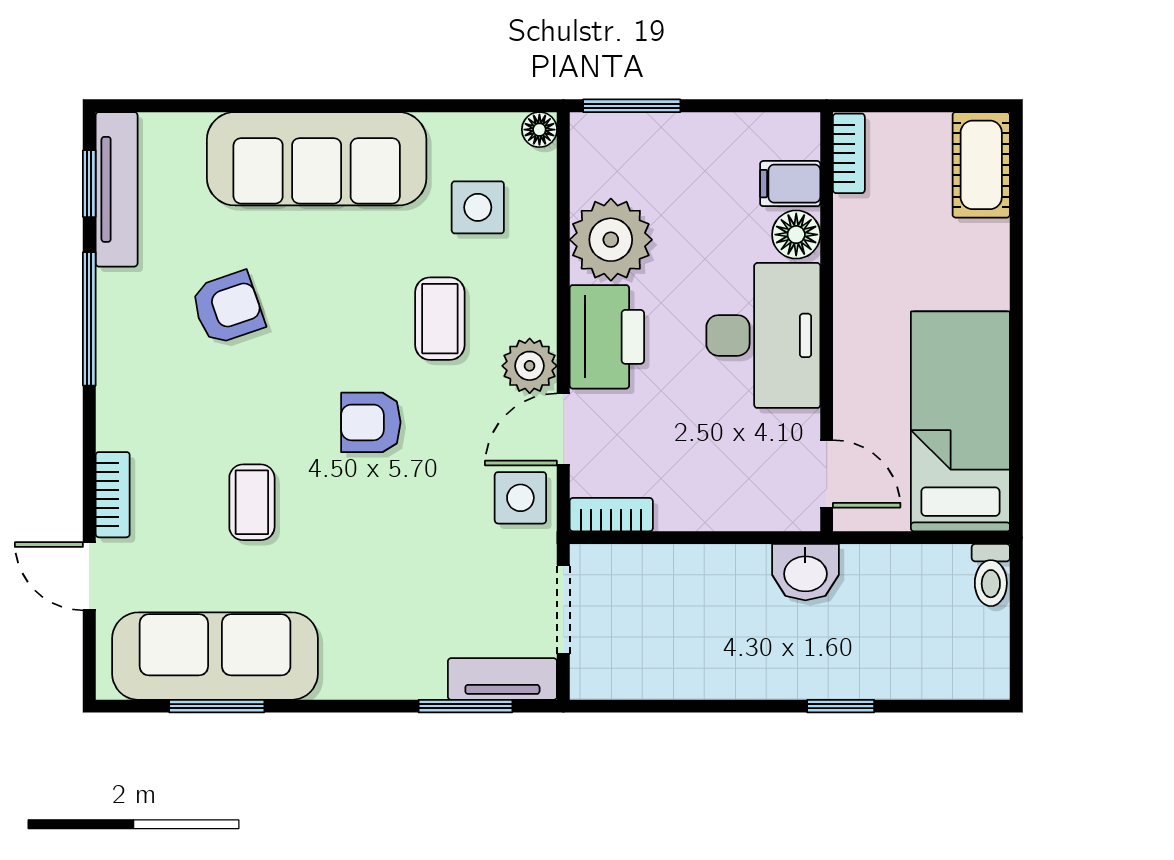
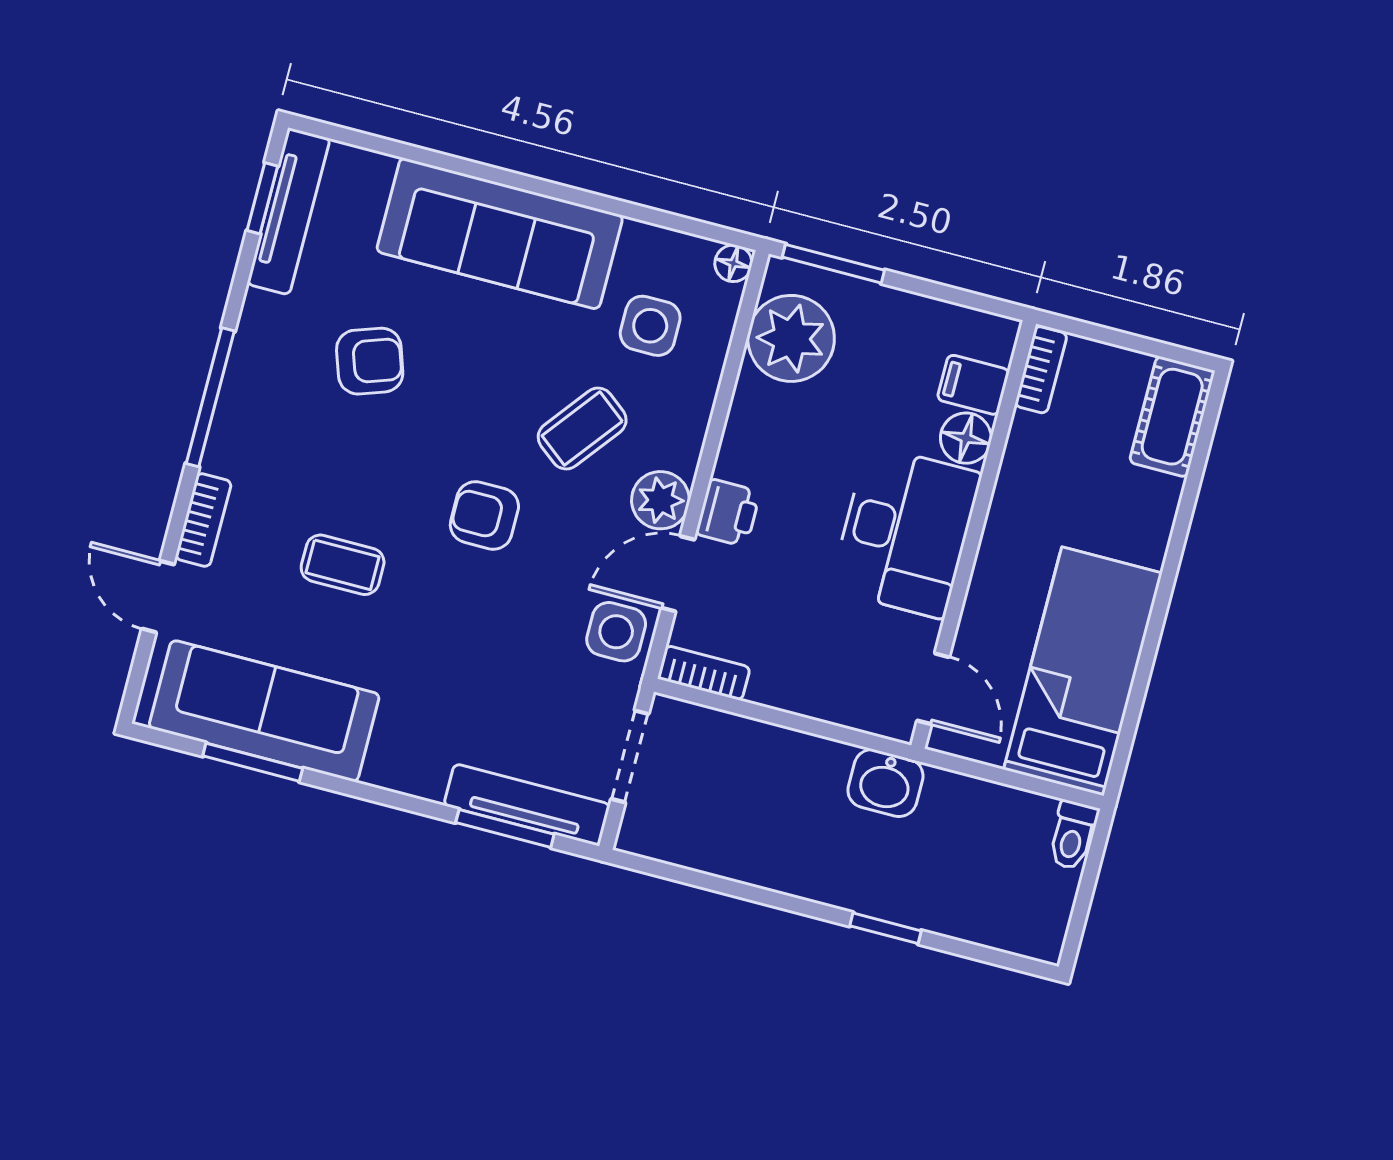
plant: (611, 240) -> (791, 338), moved
window: (89, 319) -> (210, 397), moved
coffee table: (440, 319) -> (582, 429), turned 38
printer: (607, 337) -> (728, 513), width x0.53, depth x0.68
coffee table: (252, 502) -> (343, 565), turned 90
tv unit: (502, 679) -> (527, 805), width x1.41

